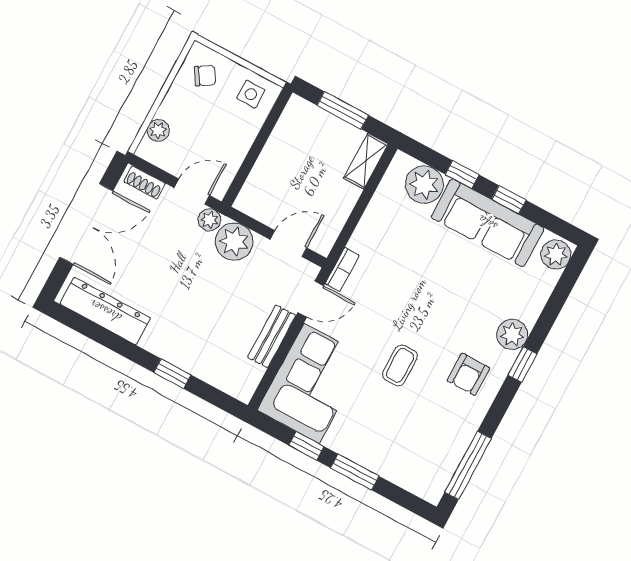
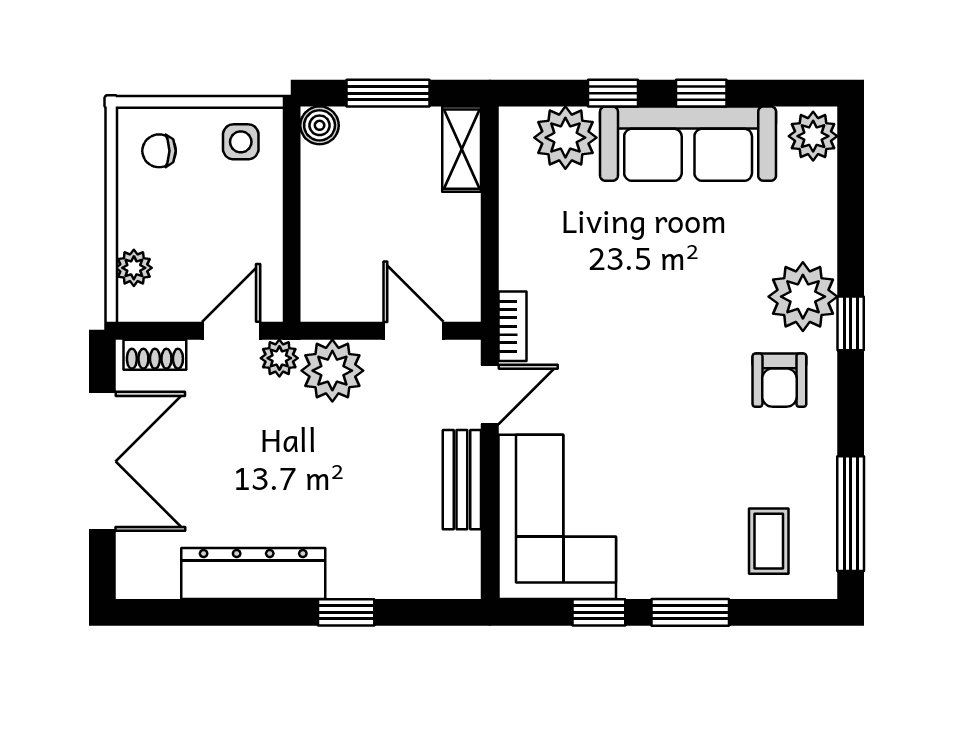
chair: (205, 76) -> (159, 151), turned -148
boiler: (297, 108) -> (320, 125), added
door: (288, 244) -> (413, 331), hinge flipped
dresser: (105, 311) -> (253, 574), moved
plant: (512, 334) -> (803, 297), width x1.36, depth x1.36
coffee table: (400, 365) -> (769, 541), moved

